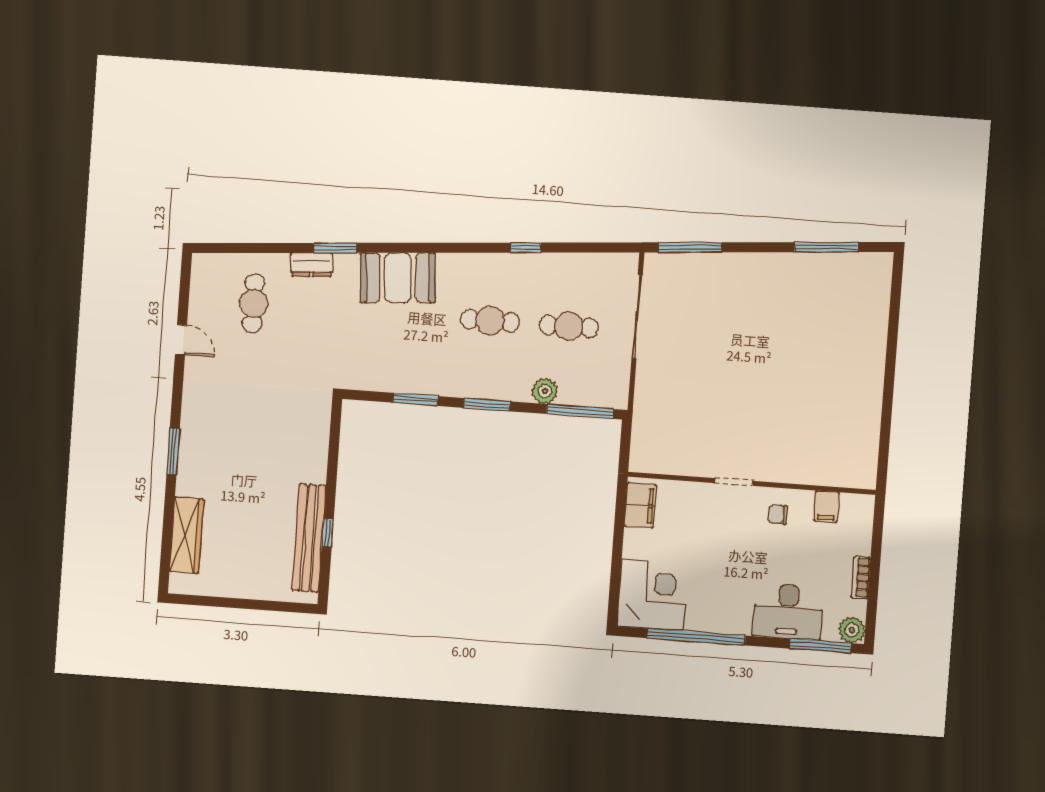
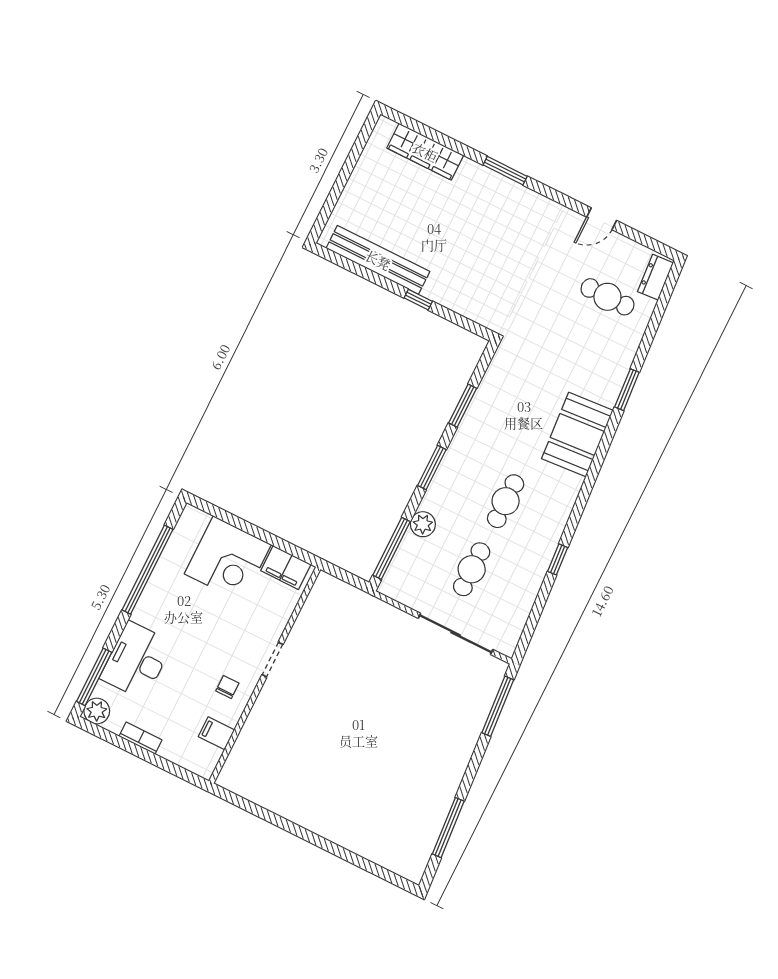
dresser: (311, 265) -> (655, 277), moved
window: (328, 533) -> (418, 300), moved
corner desk: (653, 595) -> (228, 559), moved

